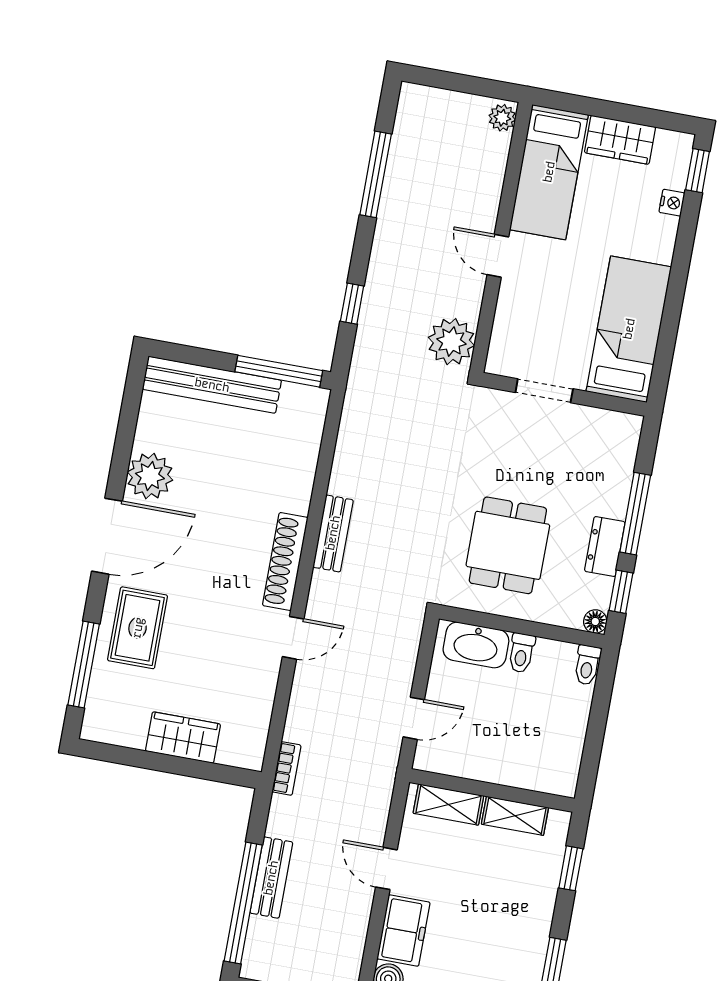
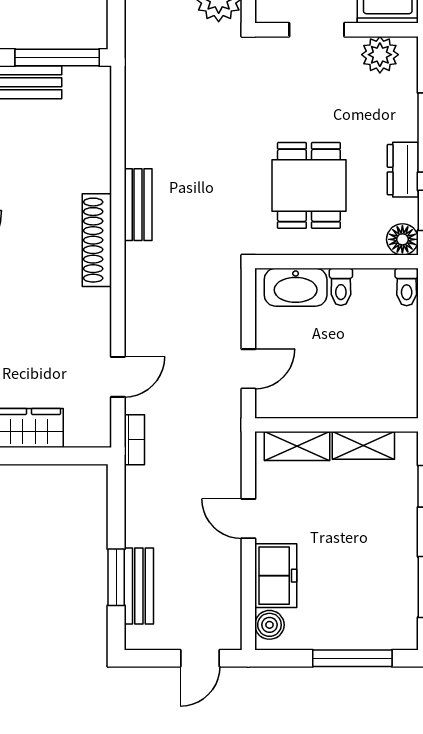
plant: (603, 427) -> (380, 55), added
floor lamp: (595, 621) -> (402, 239), width x1.37, depth x1.37
door: (293, 638) -> (118, 377), moved
bench: (271, 878) -> (139, 586), moved
window: (243, 903) -> (116, 577), width x0.47

